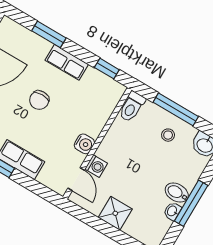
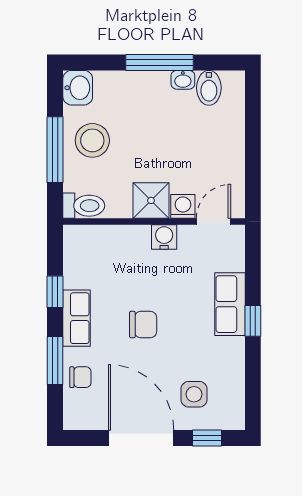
chair: (30, 44) -> (80, 377), added
window: (107, 69) -> (55, 292), moved
stool: (168, 135) -> (92, 140), width x1.89, depth x1.89
bidet: (177, 193) -> (209, 88), moved
shower: (115, 213) -> (151, 200), moved

